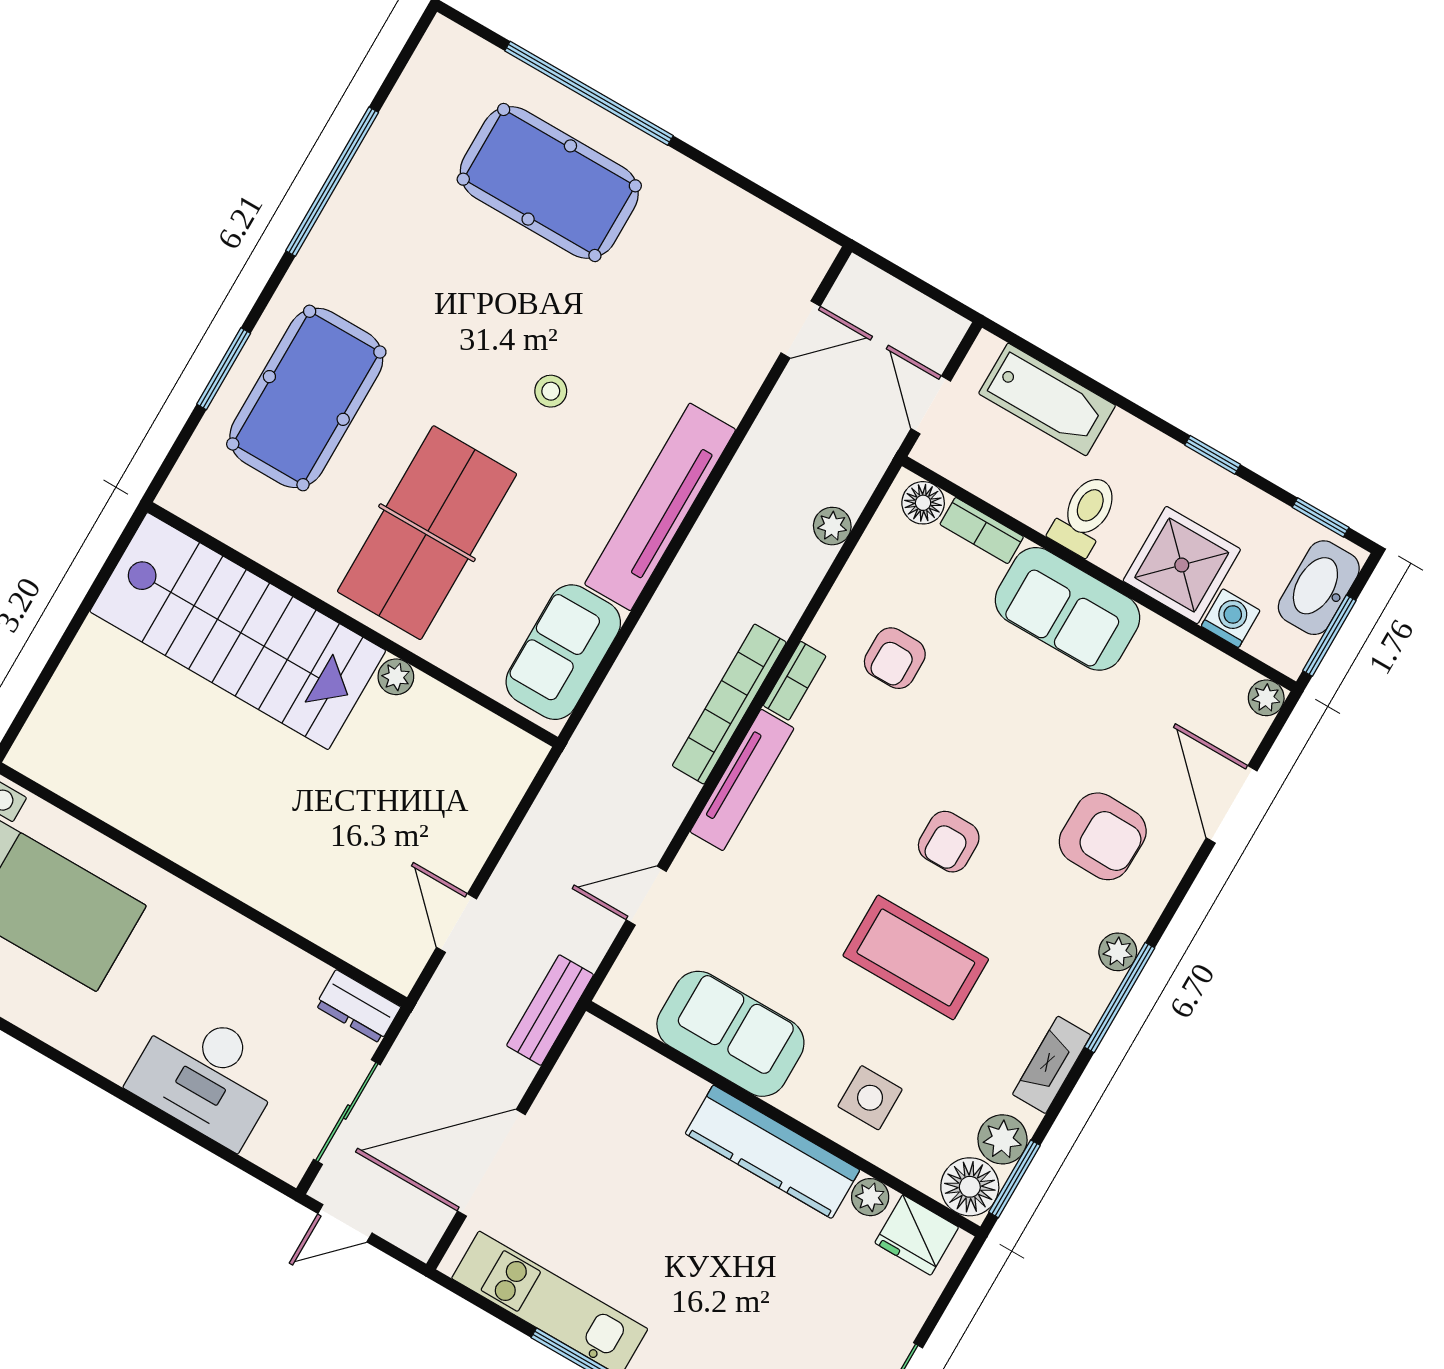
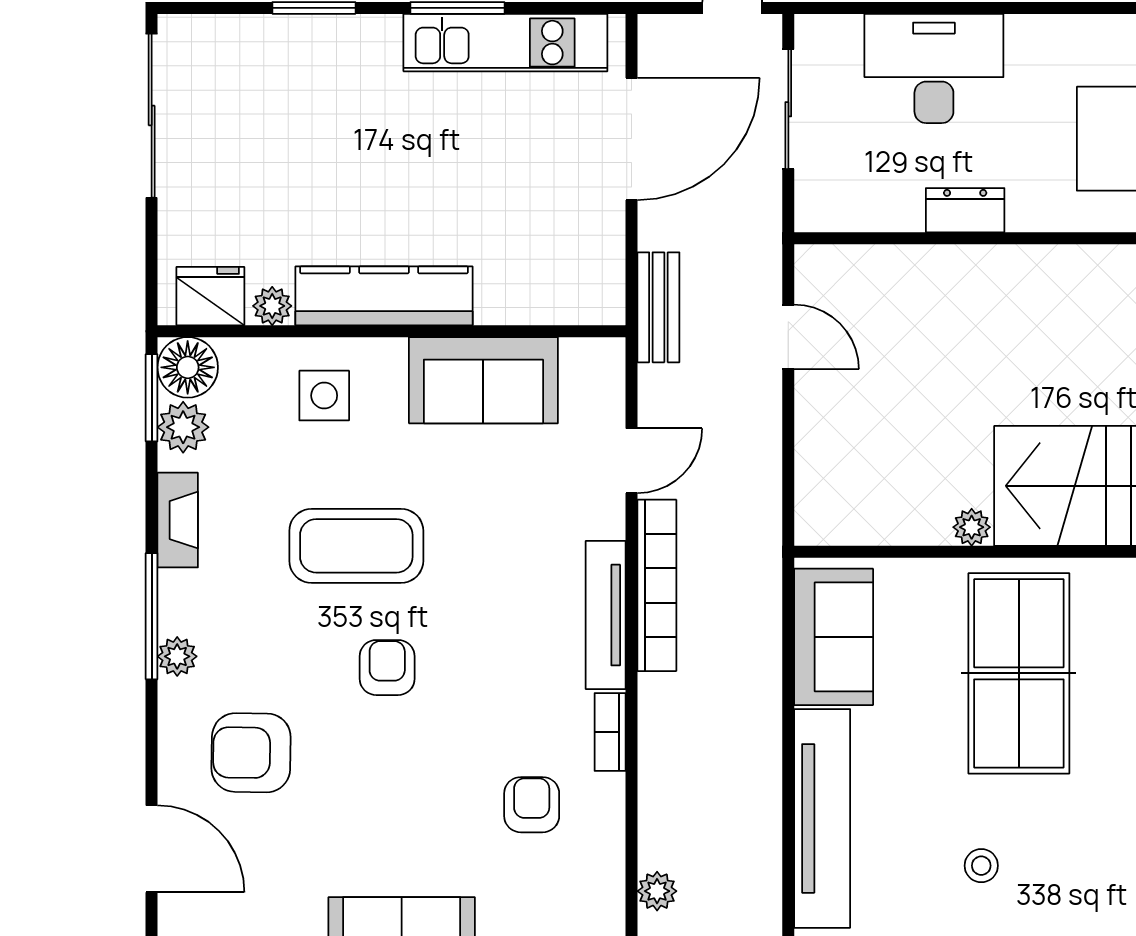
bookcase: (729, 704) -> (657, 585), moved
dresser: (358, 1006) -> (965, 210), moved

